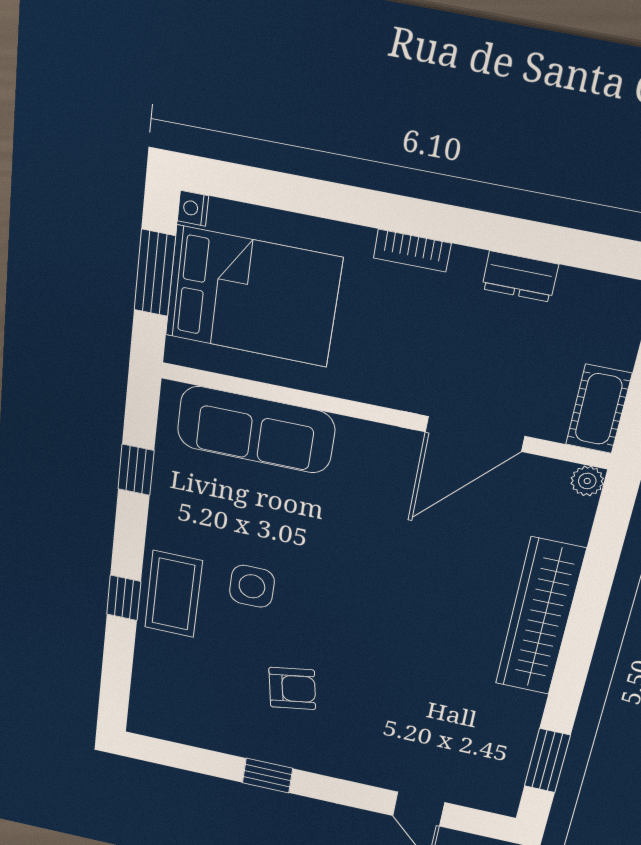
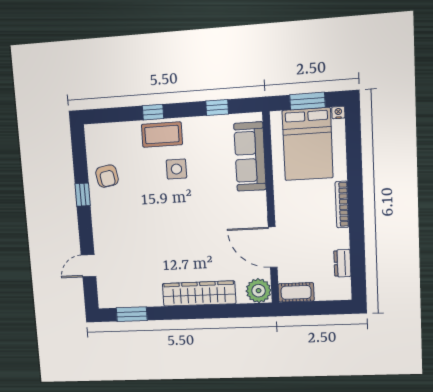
bookcase: (412, 251) -> (342, 204), width x1.56
dresser: (520, 277) -> (342, 263), moved
plant: (587, 481) -> (259, 291), width x1.88, depth x1.88
armchair: (292, 688) -> (107, 176), moved

